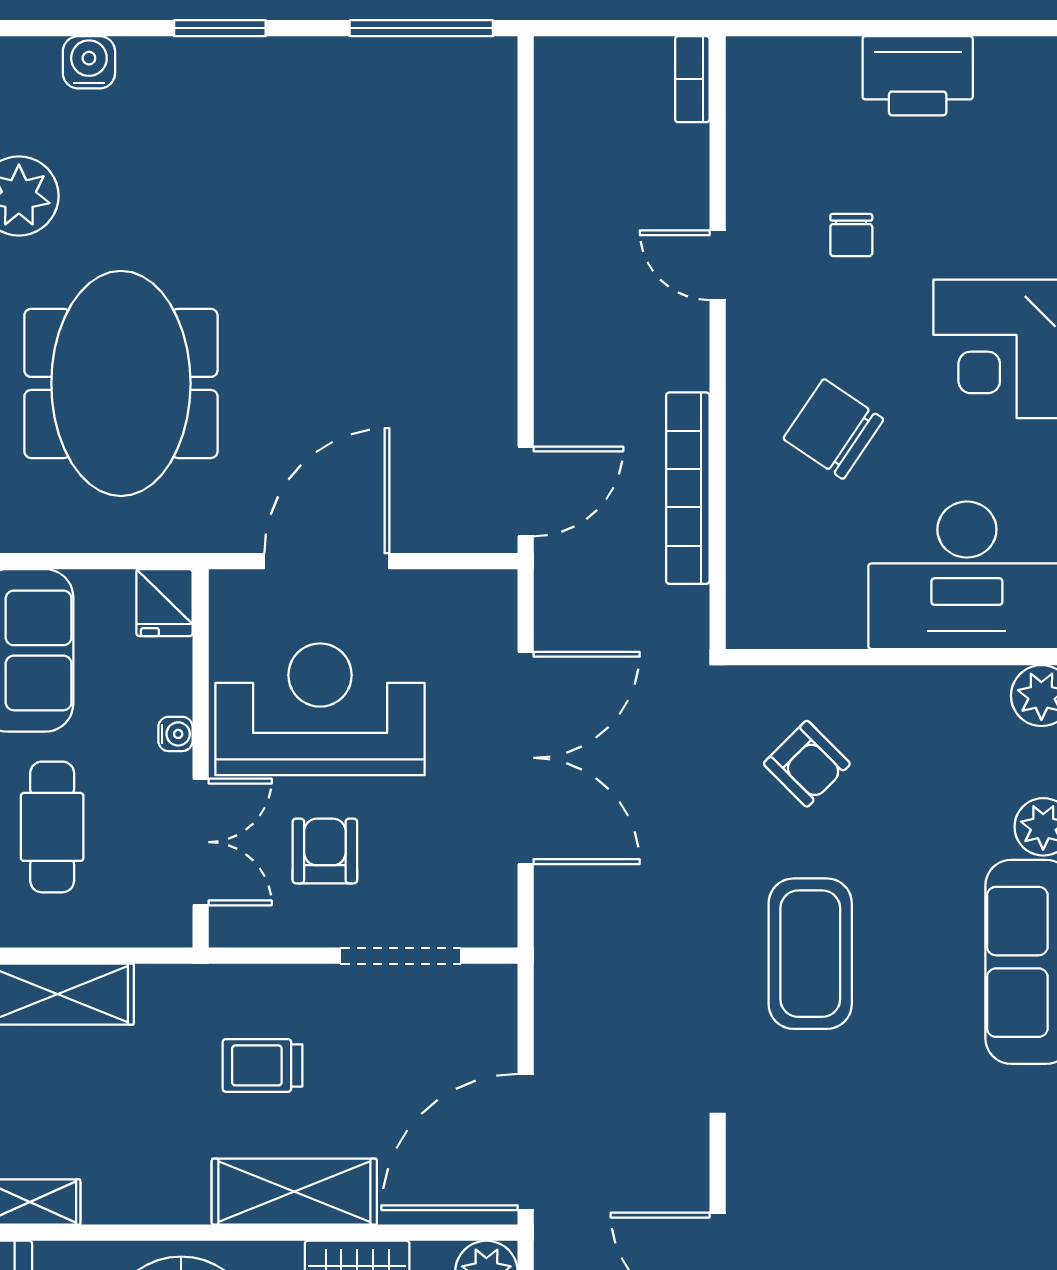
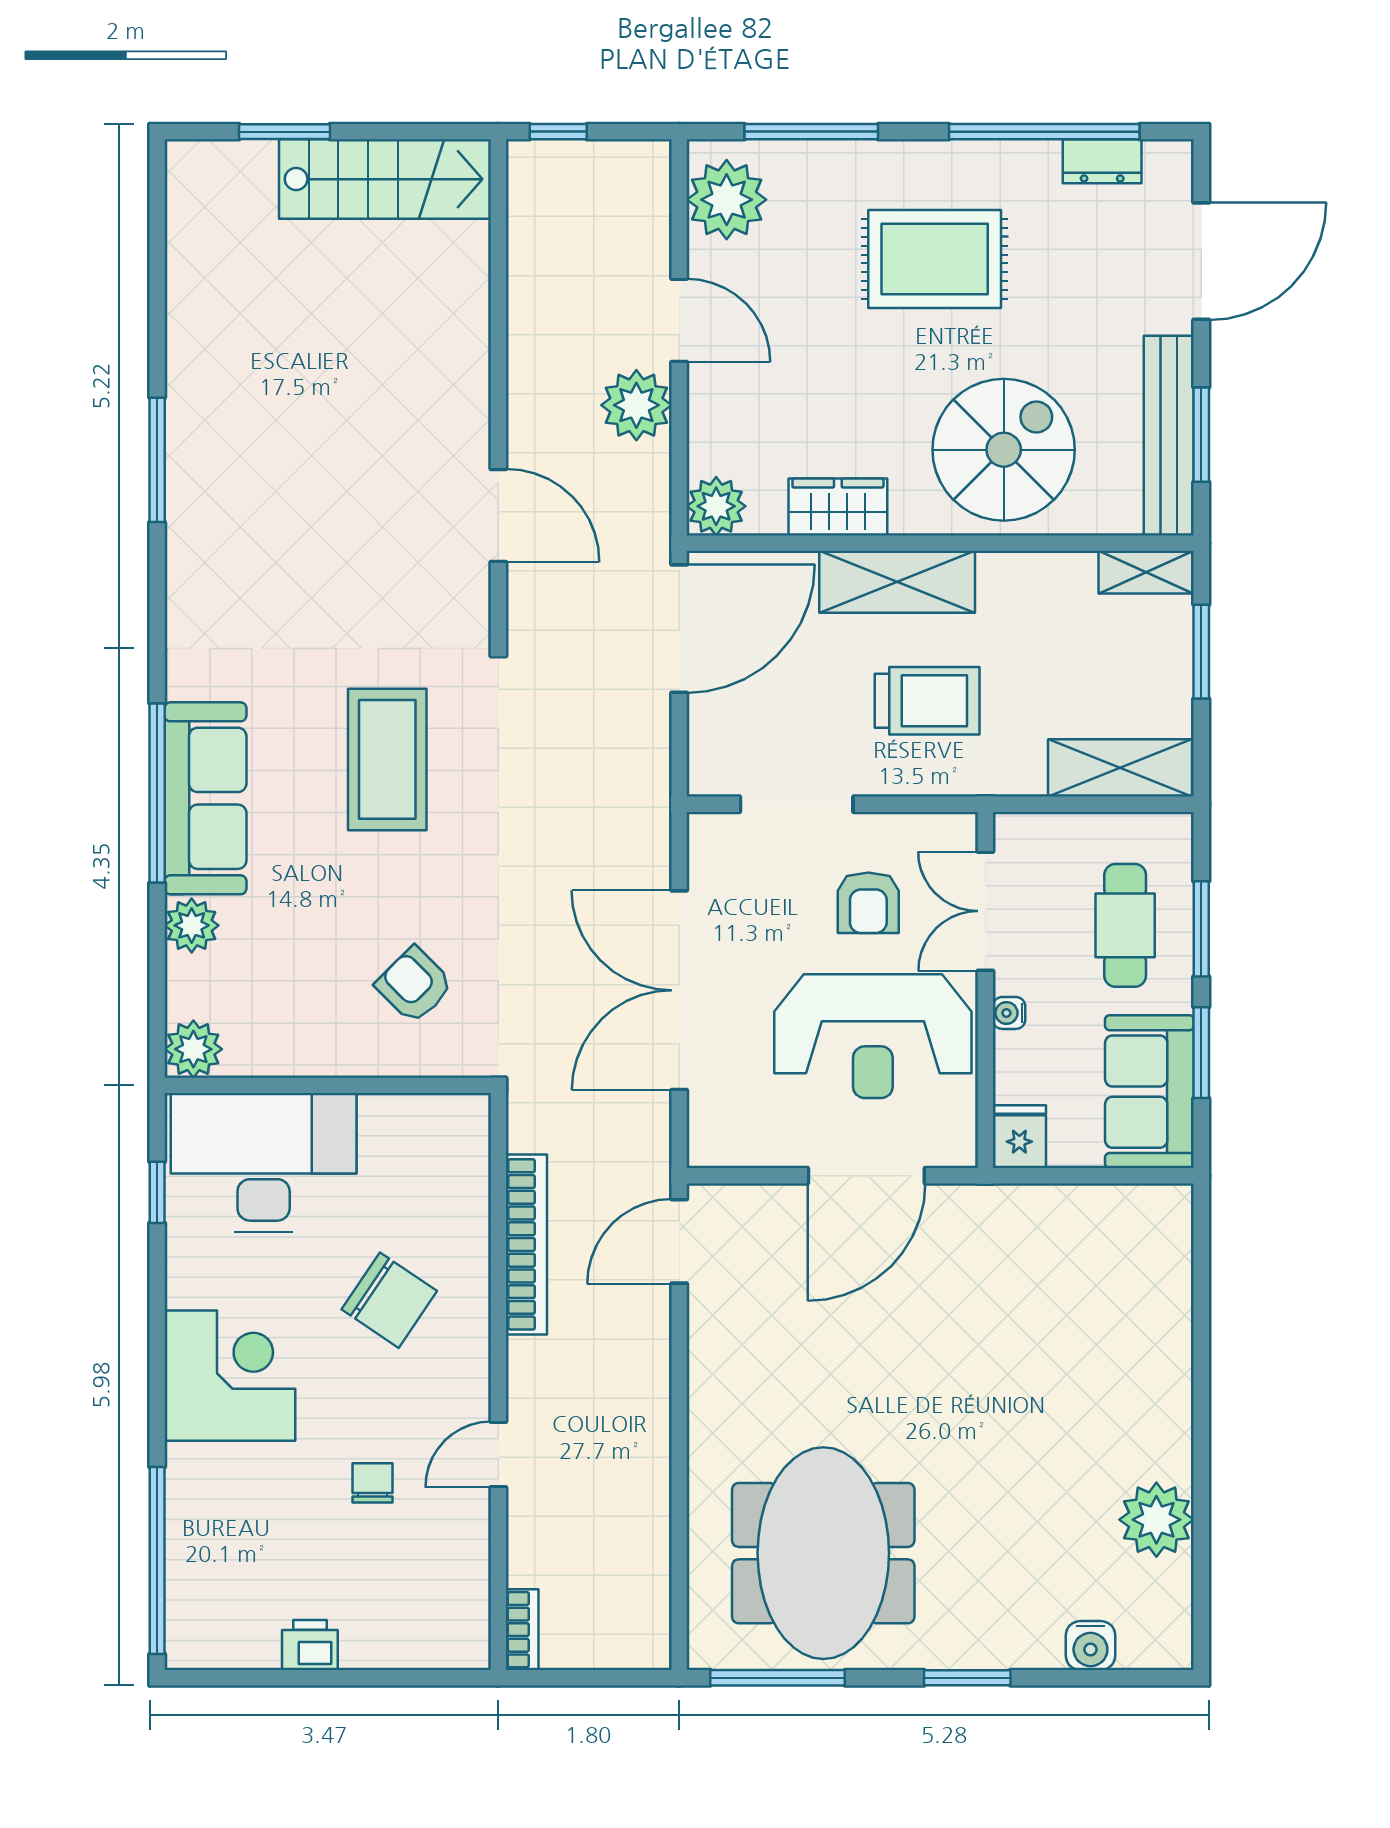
printer: (918, 76) -> (310, 1645), width x0.53, depth x0.68
door: (718, 265) -> (498, 1454), swing flipped
meeting table: (121, 383) -> (823, 1553), moved
coffee table: (810, 954) -> (387, 759), moved
trolley: (262, 1065) -> (927, 701), width x1.36, depth x1.39

